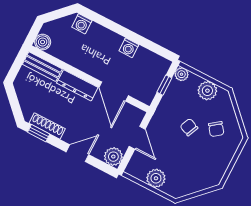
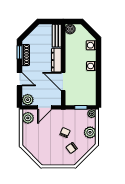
washing machine: (129, 48) -> (91, 66), moved
door: (114, 92) -> (63, 82), hinge flipped
plant: (156, 178) -> (28, 118), moved

